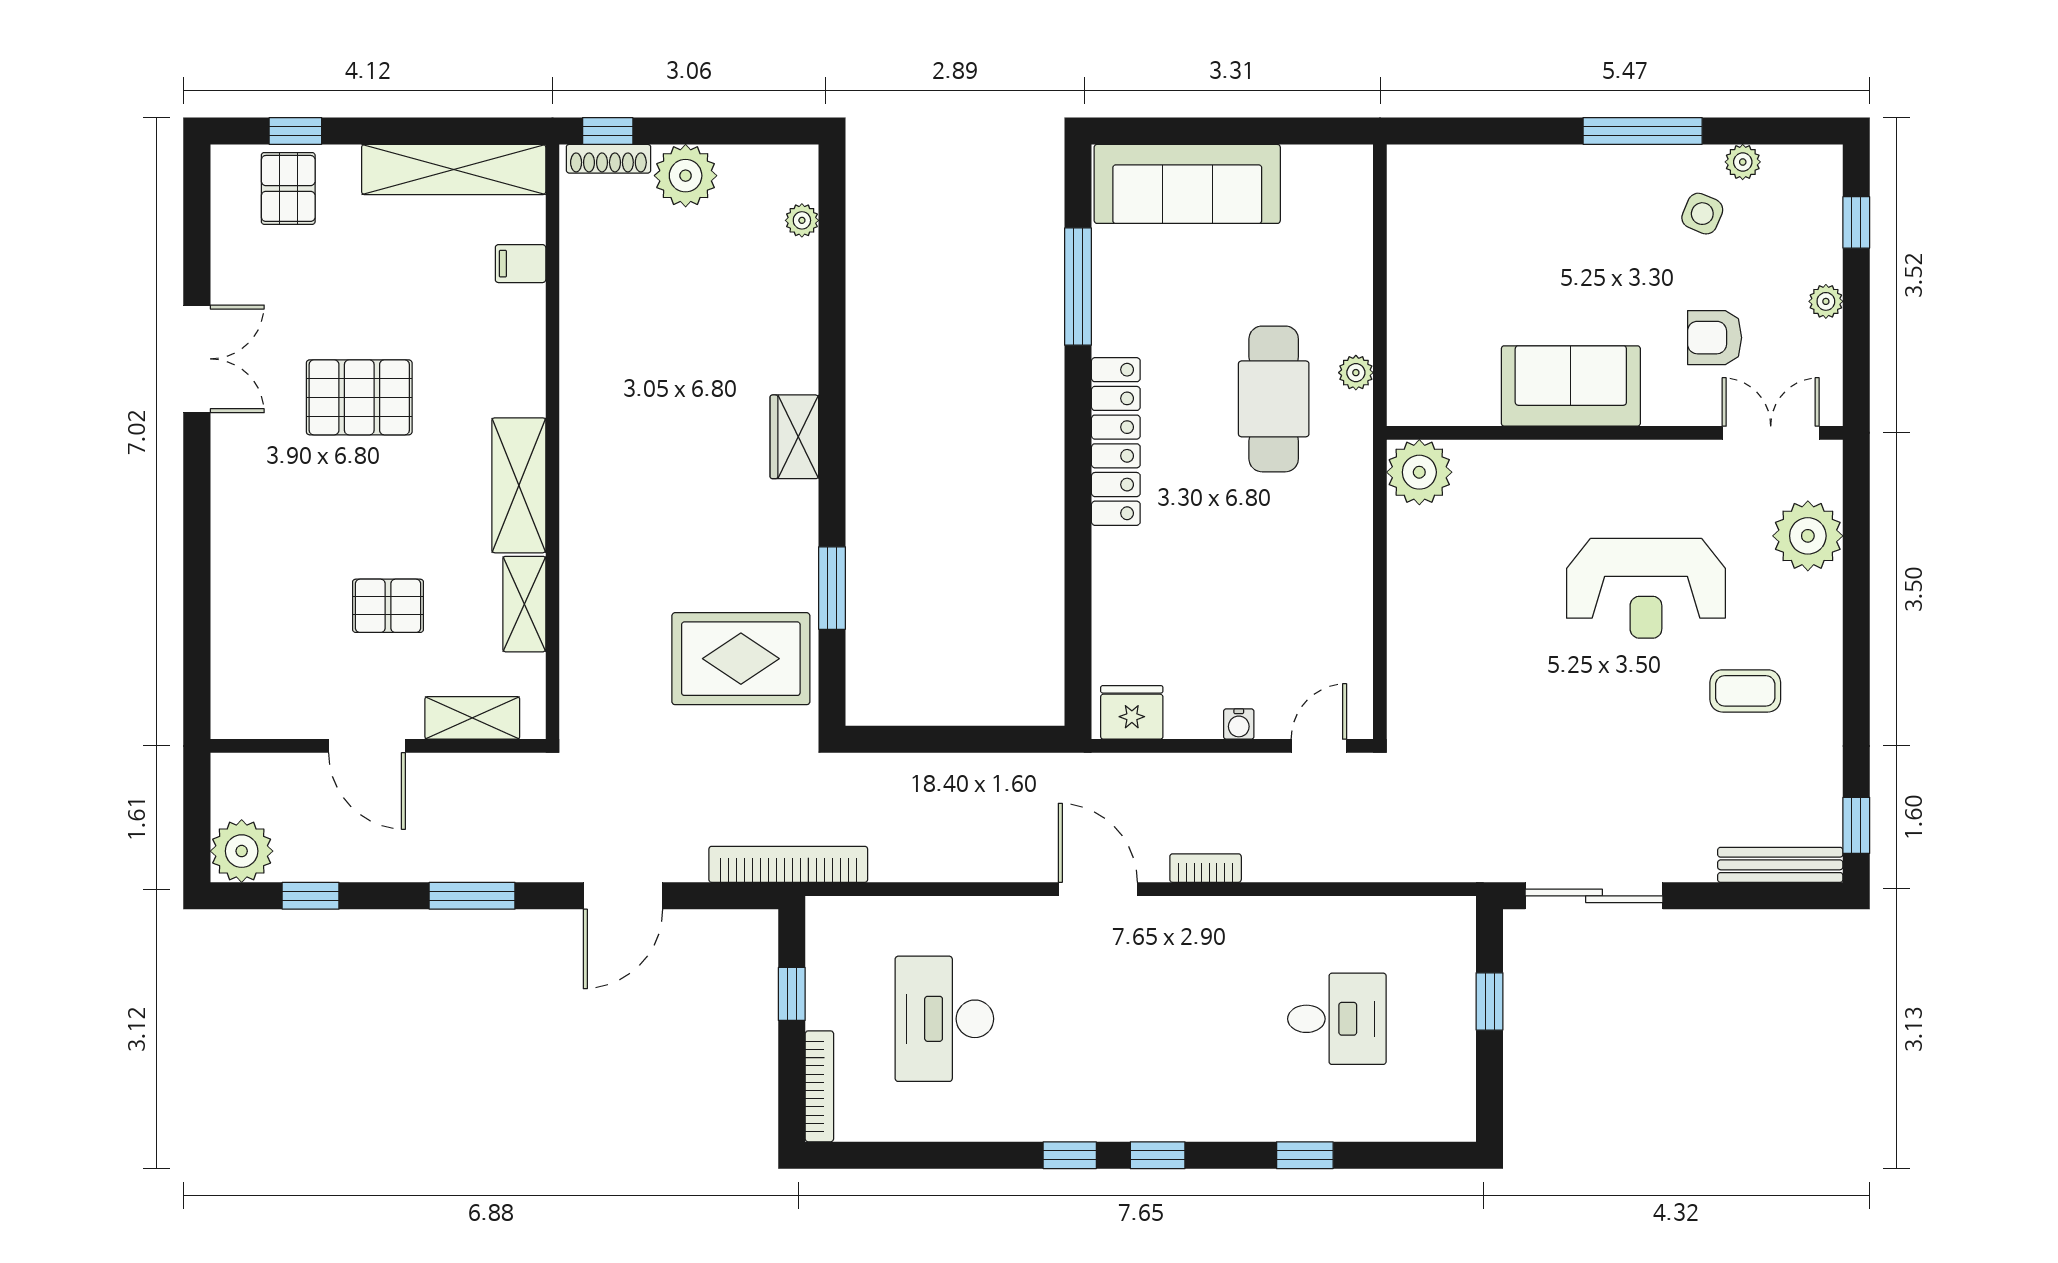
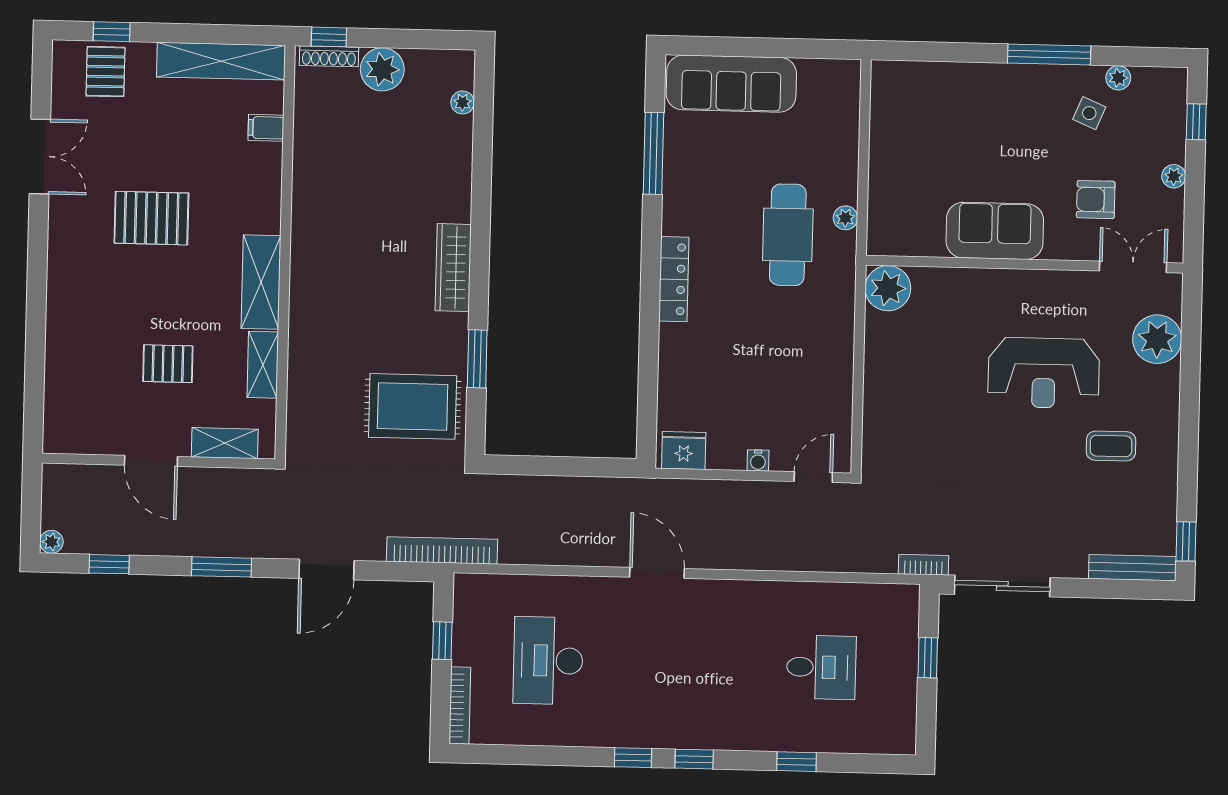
double door: (197, 359) -> (40, 156), moved
wardrobe: (794, 437) -> (453, 268), width x1.50
locker: (1116, 441) -> (674, 279), width x0.71, depth x0.83
plant: (242, 851) -> (51, 542), width x0.53, depth x0.53
bookcase: (1206, 868) -> (924, 565), moved

